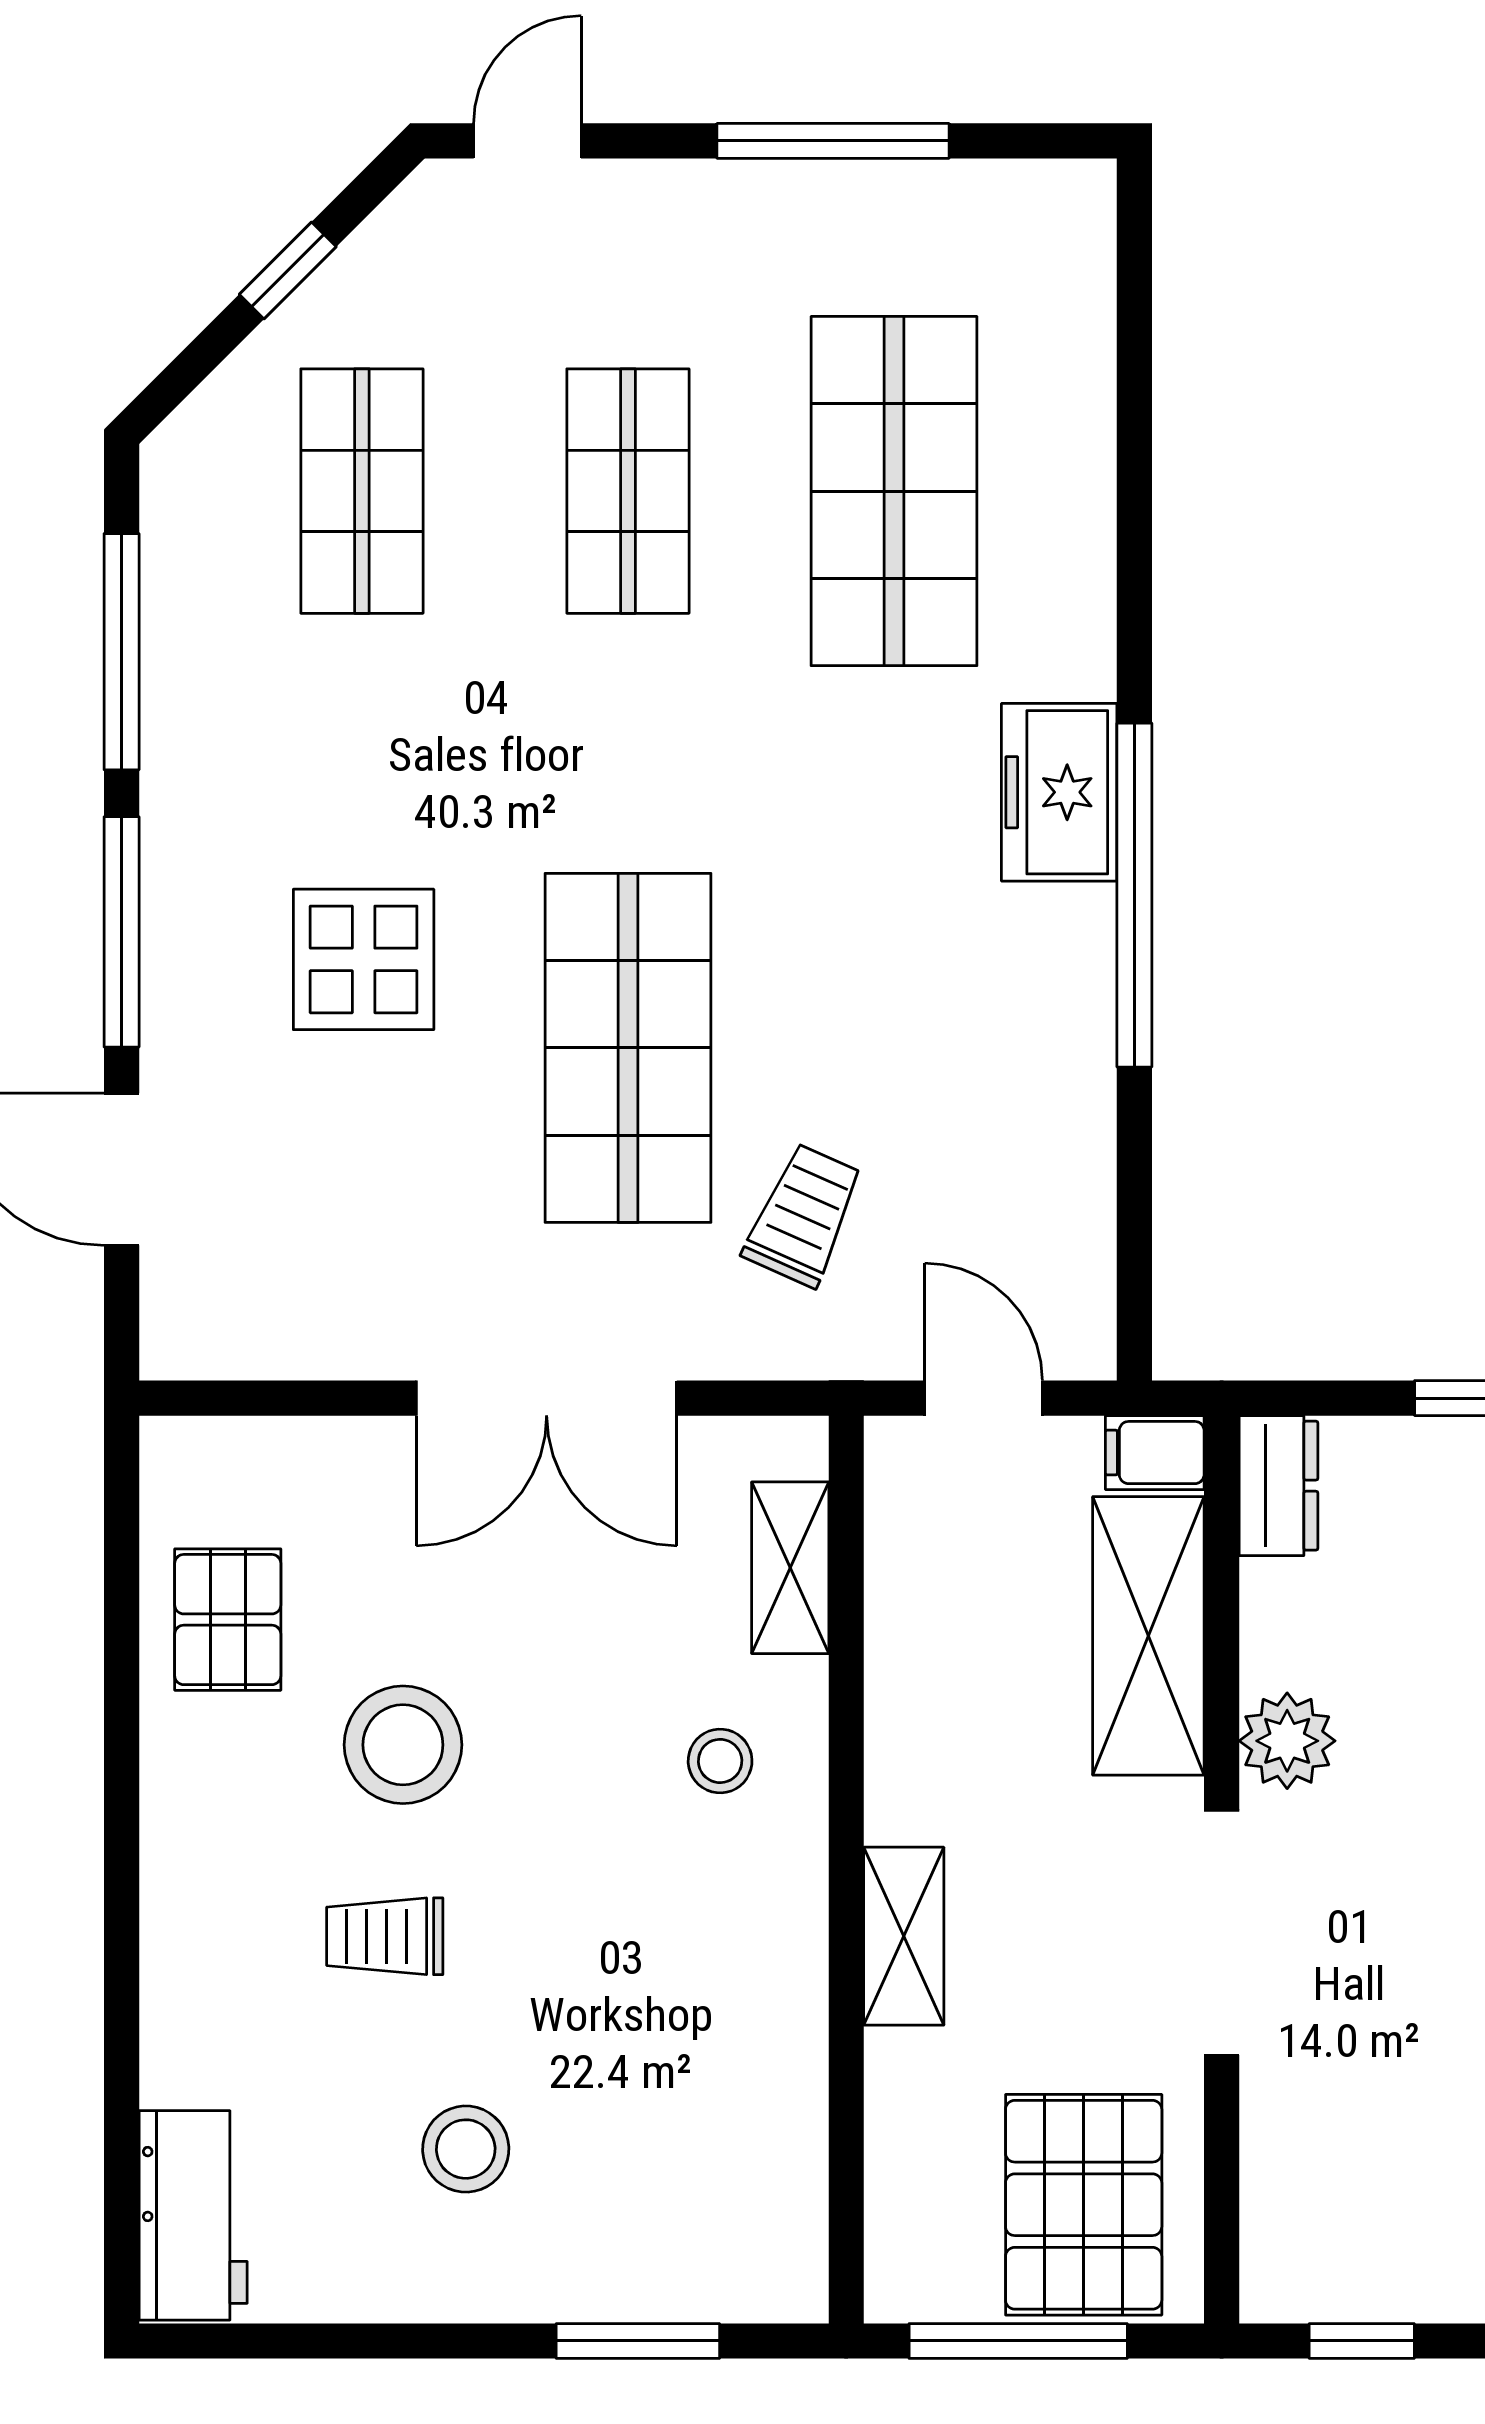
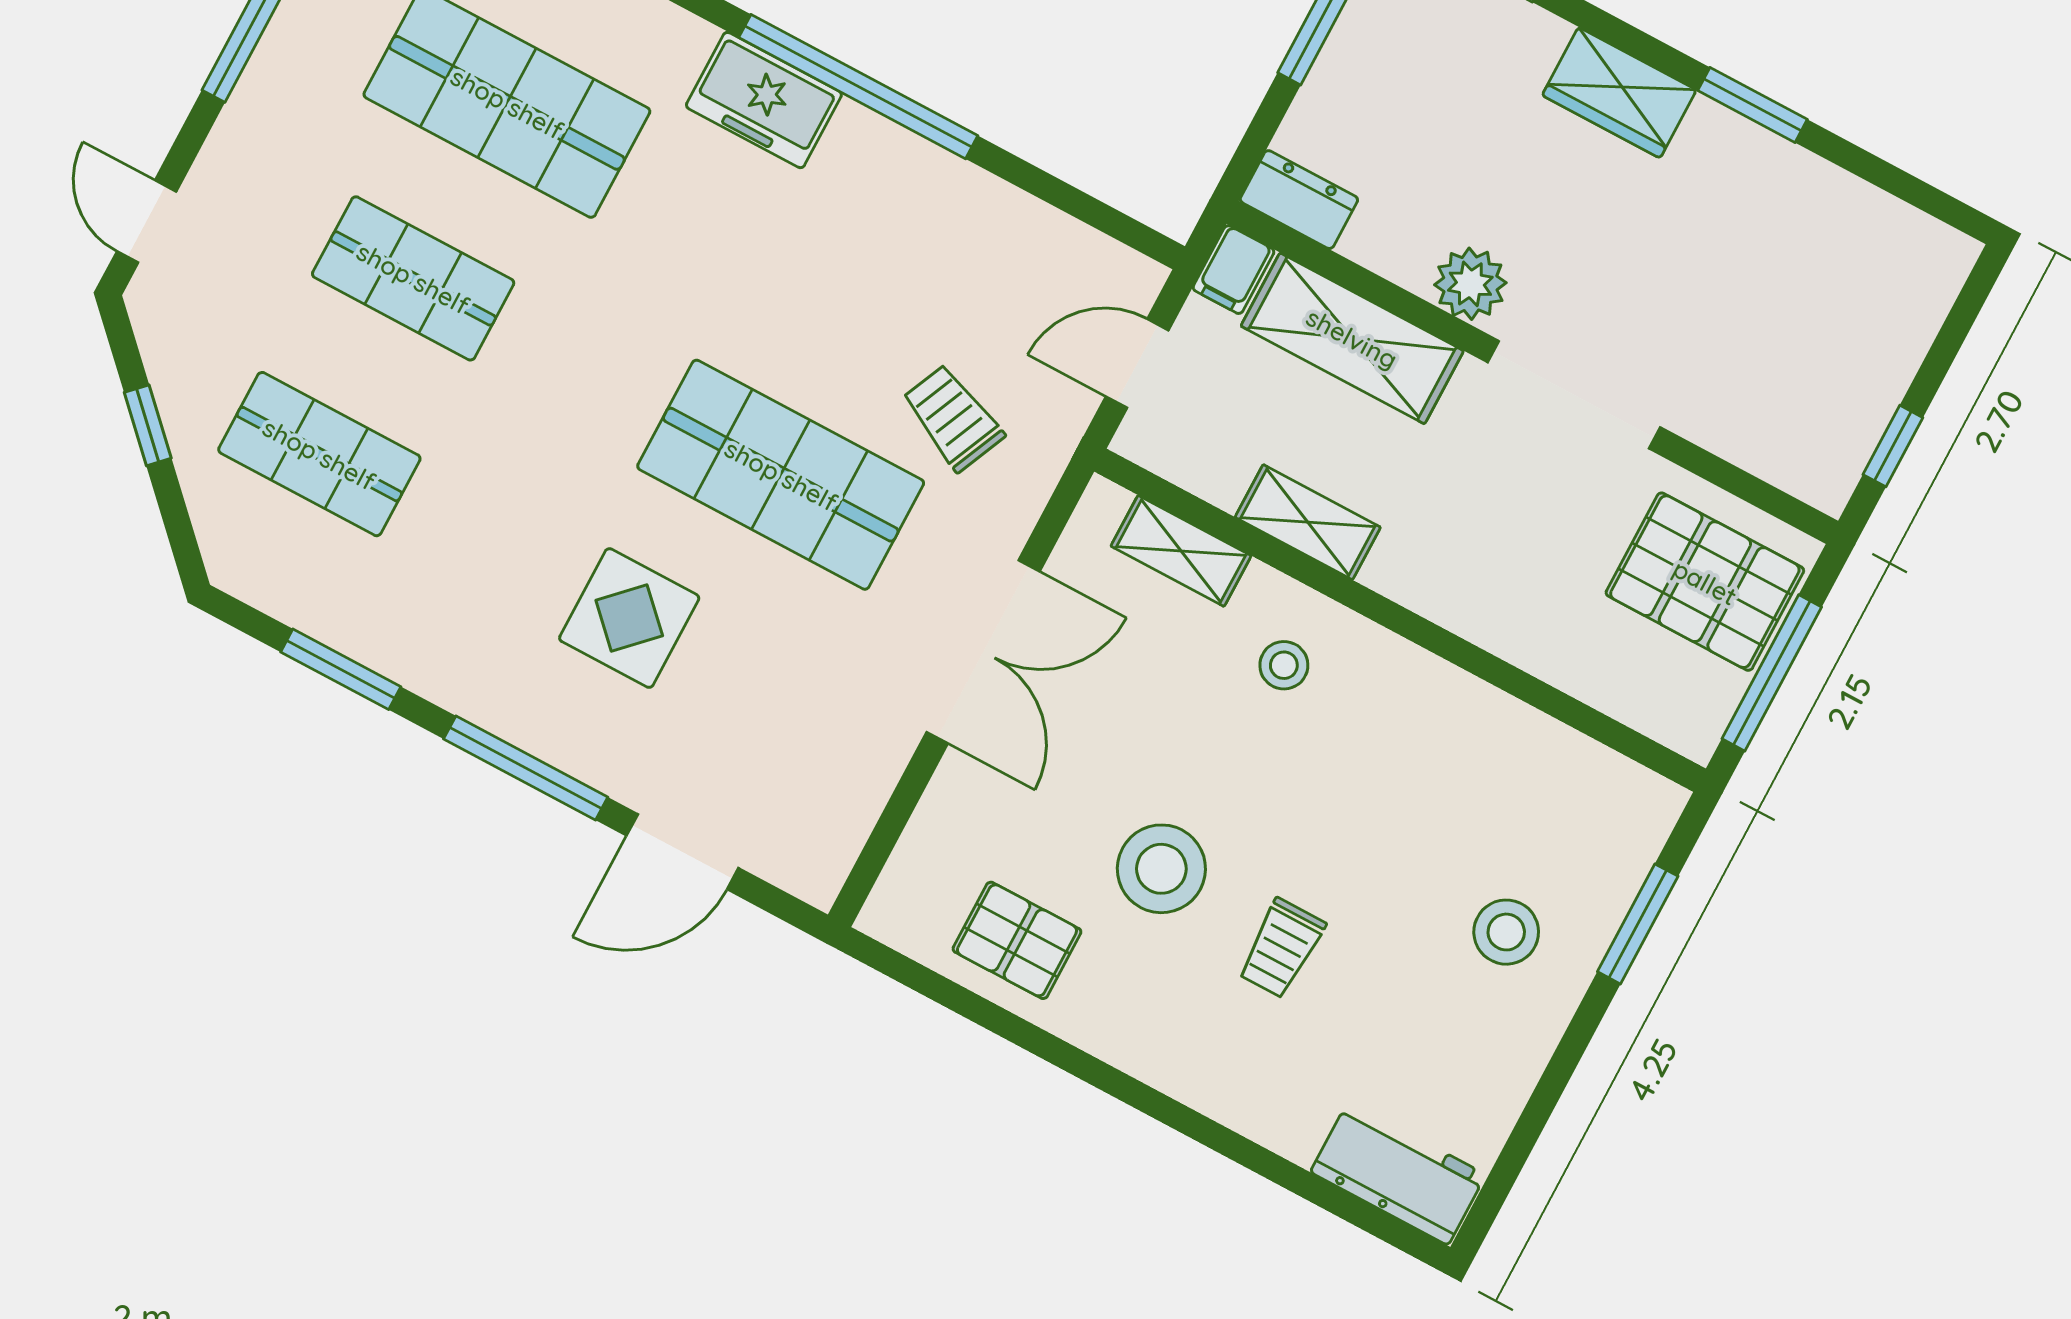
window: (122, 652) -> (341, 669), width x0.69
shelving: (904, 1936) -> (1308, 522), moved
stool: (466, 2149) -> (1506, 932), moved

